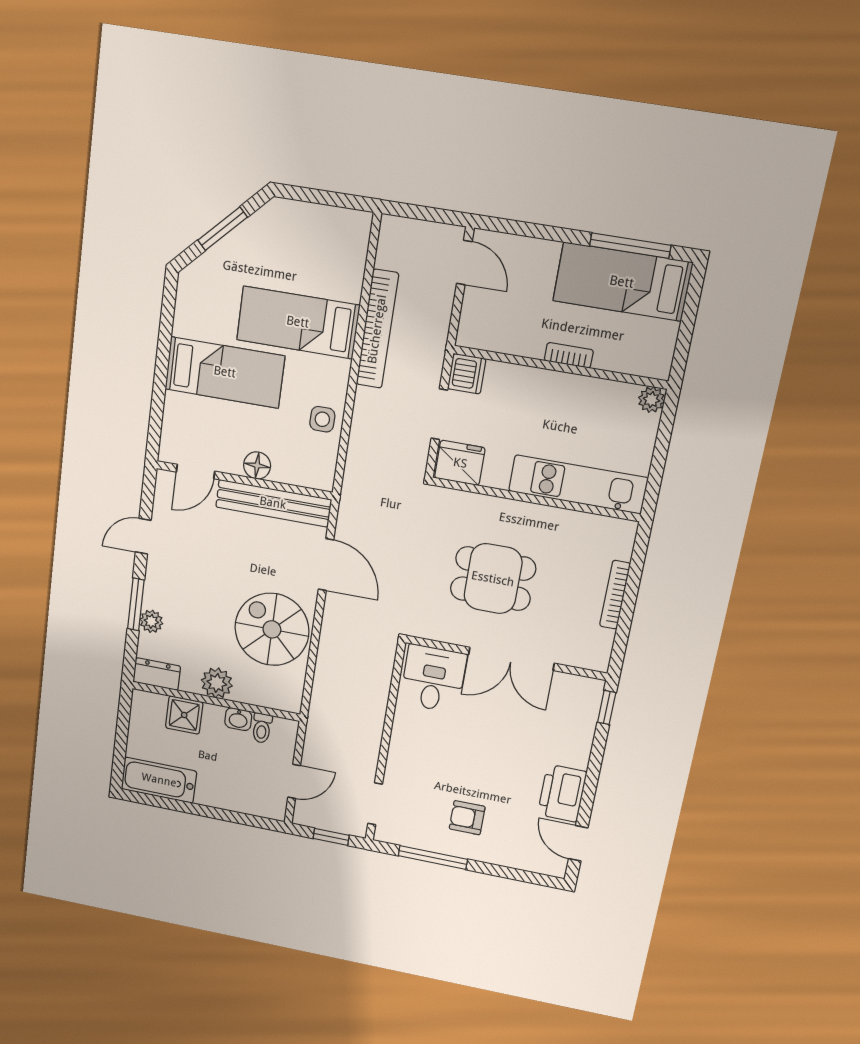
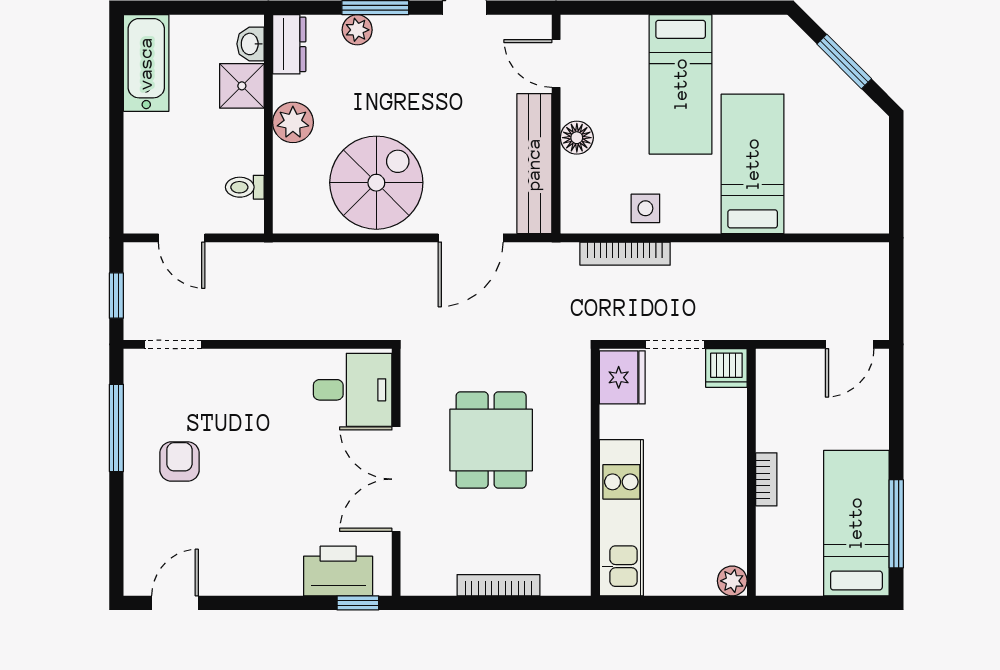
bookcase: (377, 329) -> (625, 254), moved, width x0.68, depth x0.76
washbasin: (238, 719) -> (251, 44), moved
printer: (562, 793) -> (338, 571), moved

